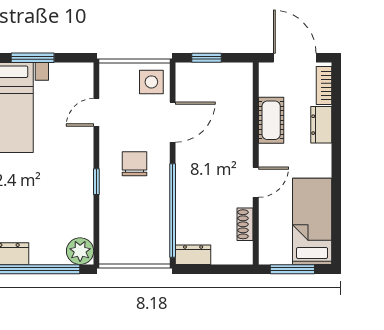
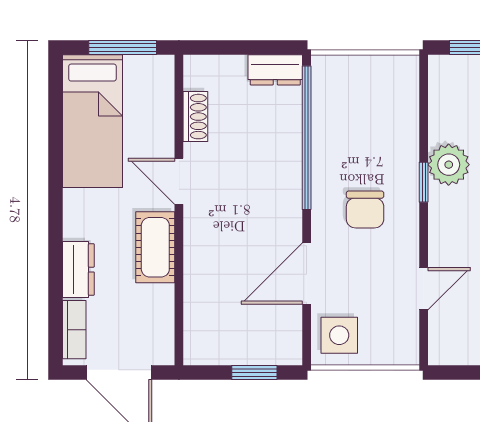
cot: (271, 120) -> (155, 247), moved
door: (256, 182) -> (179, 181), hinge flipped
plant: (80, 251) -> (449, 165), moved

